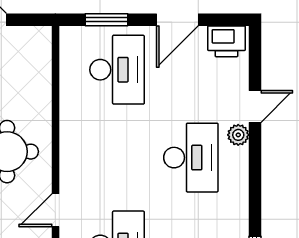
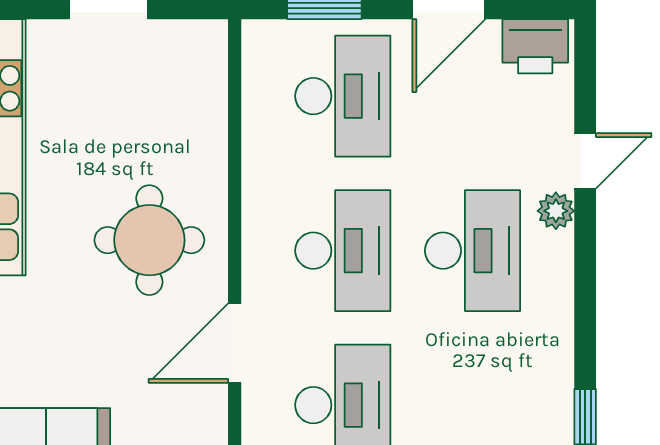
desk: (117, 158) -> (343, 251), added
door: (55, 210) -> (235, 343), width x1.38

